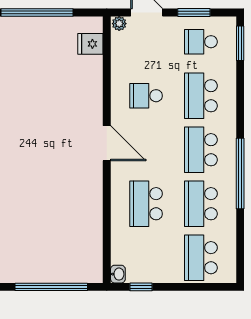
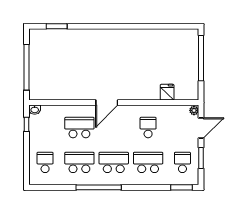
fridge: (90, 44) -> (167, 92), moved
door: (107, 143) -> (107, 103), moved
school desk: (201, 258) -> (45, 162), width x0.54

